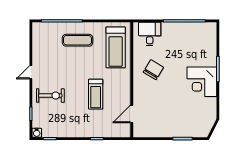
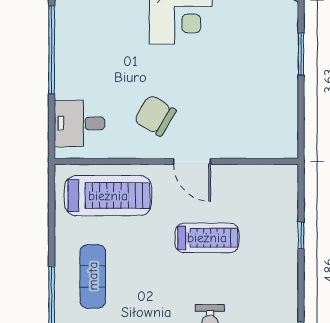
door: (132, 114) -> (192, 161), moved

